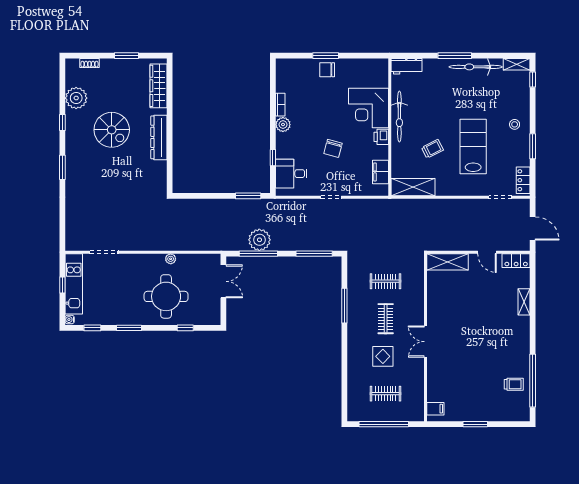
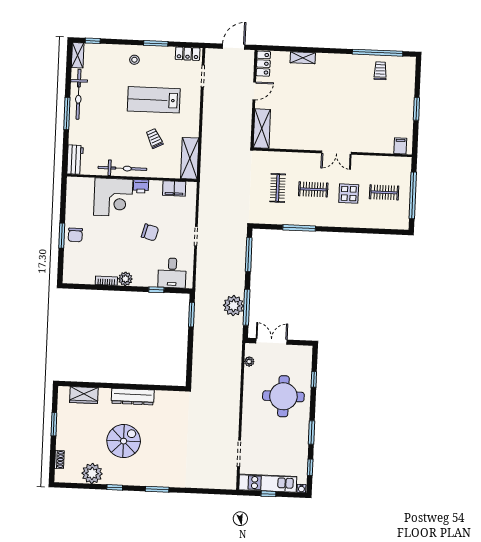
wardrobe: (158, 86) -> (84, 395), width x0.67
plant: (171, 259) -> (249, 362), moved
clothes rail: (386, 394) -> (384, 192), turned 90

